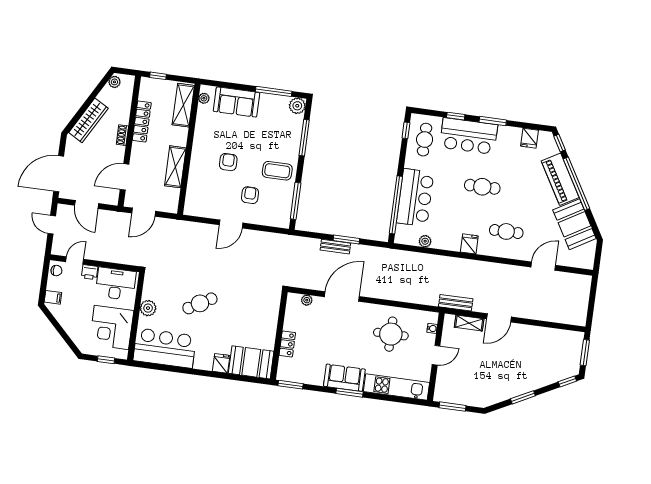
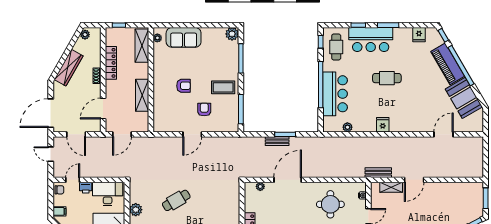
window: (274, 91) -> (212, 25), removed
armchair: (228, 162) -> (183, 86), turned 90
window: (396, 205) -> (321, 85), moved
cafe table: (506, 231) -> (411, 111), removed

